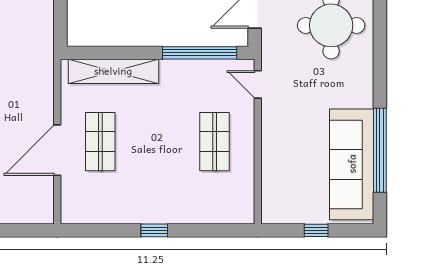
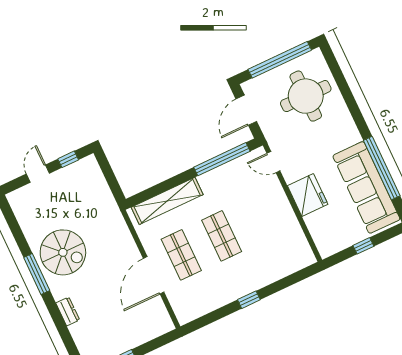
fridge: (279, 141) -> (308, 195), added
shop shelf: (215, 142) -> (222, 236), moved

